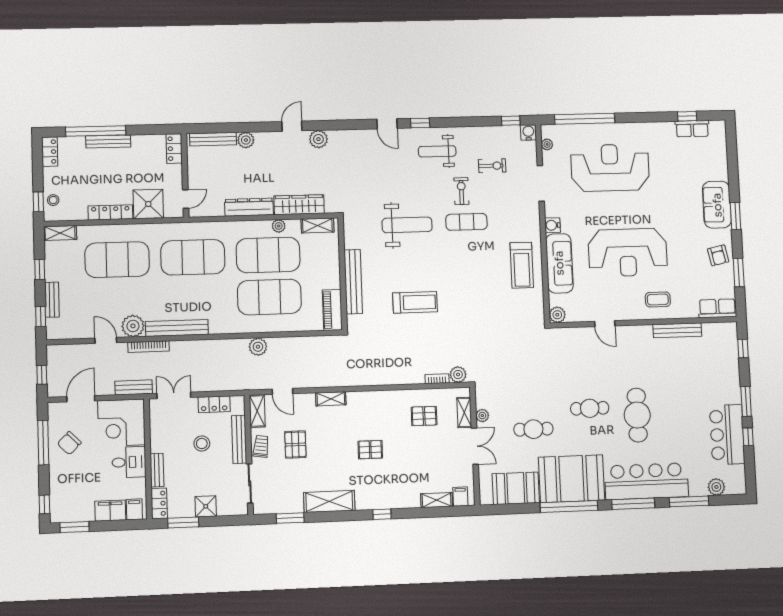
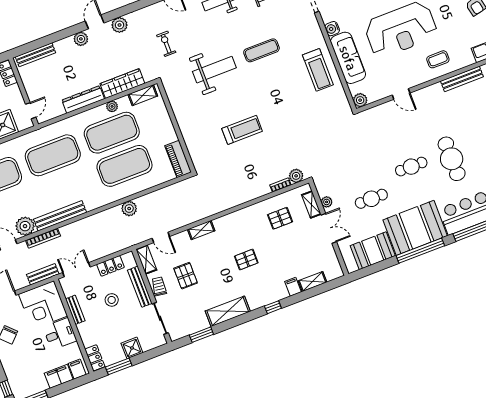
plant: (246, 140) -> (81, 39), moved
exercise bike: (461, 191) -> (166, 44), moved
bench: (353, 282) -> (187, 130), removed
bench: (157, 470) -> (75, 310), moved
filing cabinet: (460, 497) -> (293, 287), moved

